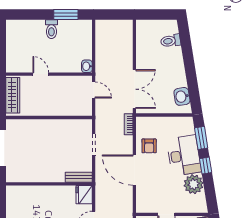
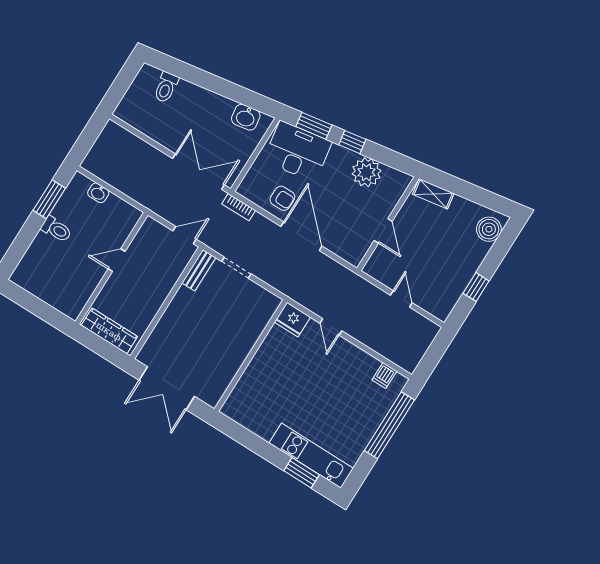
washbasin: (87, 66) -> (98, 193), moved
door: (41, 74) -> (117, 260), moved
door: (94, 90) -> (185, 235), moved
desk: (184, 156) -> (297, 151), moved
door: (134, 170) -> (301, 236), swing flipped
bench: (79, 177) -> (199, 270), moved

